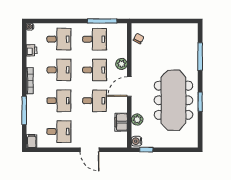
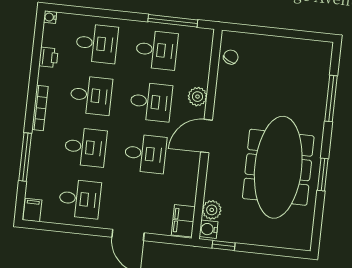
plant: (137, 120) -> (212, 210), moved
filing cabinet: (121, 122) -> (183, 221), moved

